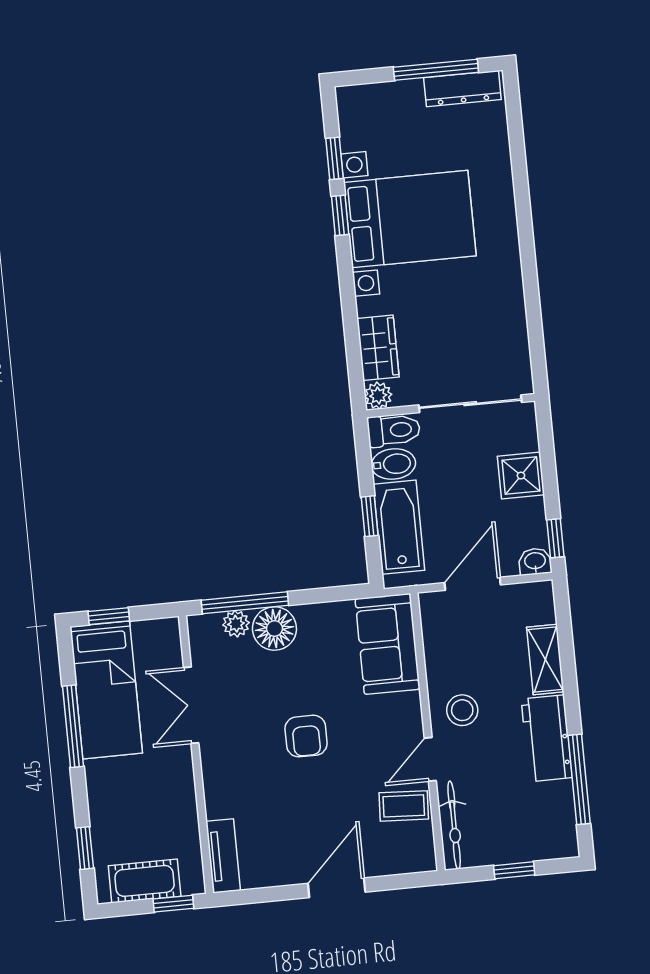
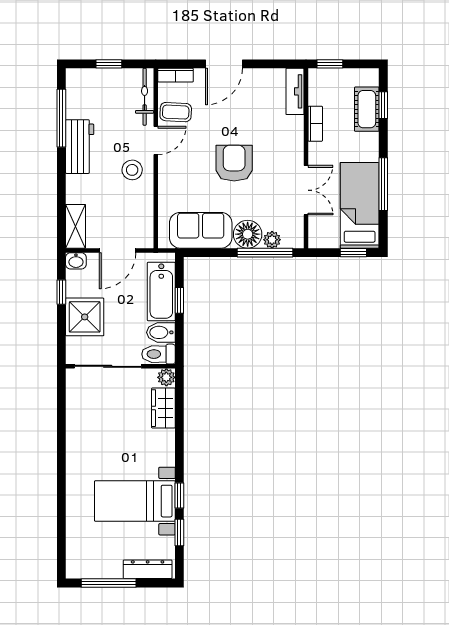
dresser: (462, 89) -> (148, 569), moved
bed with nightstands: (410, 219) -> (135, 501), width x0.73
shower: (521, 476) -> (85, 317), width x1.36, depth x1.36
window: (555, 538) -> (61, 292), moved
sofa: (388, 644) -> (201, 230), moved, turned -90
shelving: (545, 659) -> (76, 226), moved
armchair: (306, 736) -> (234, 163), width x1.38, depth x1.38
bookcase: (187, 809) -> (315, 124), added
bookcase: (410, 863) -> (176, 75), added
cot: (145, 881) -> (367, 109), moved, turned 90

